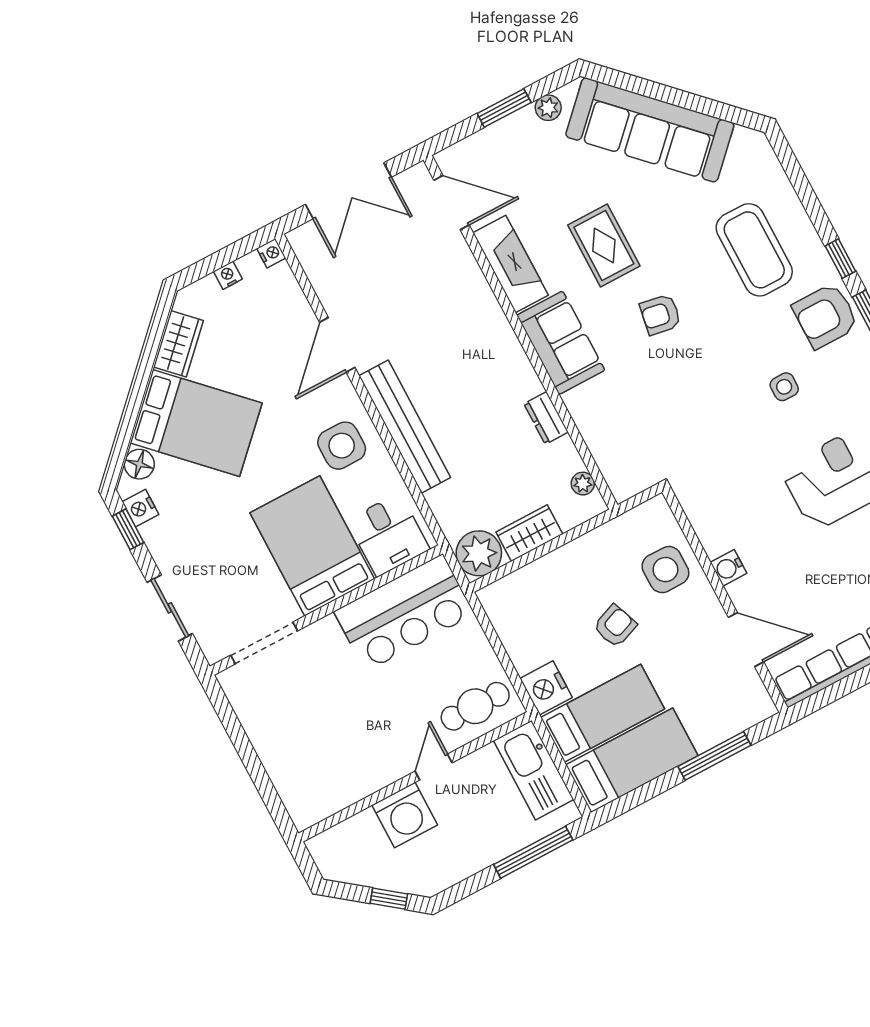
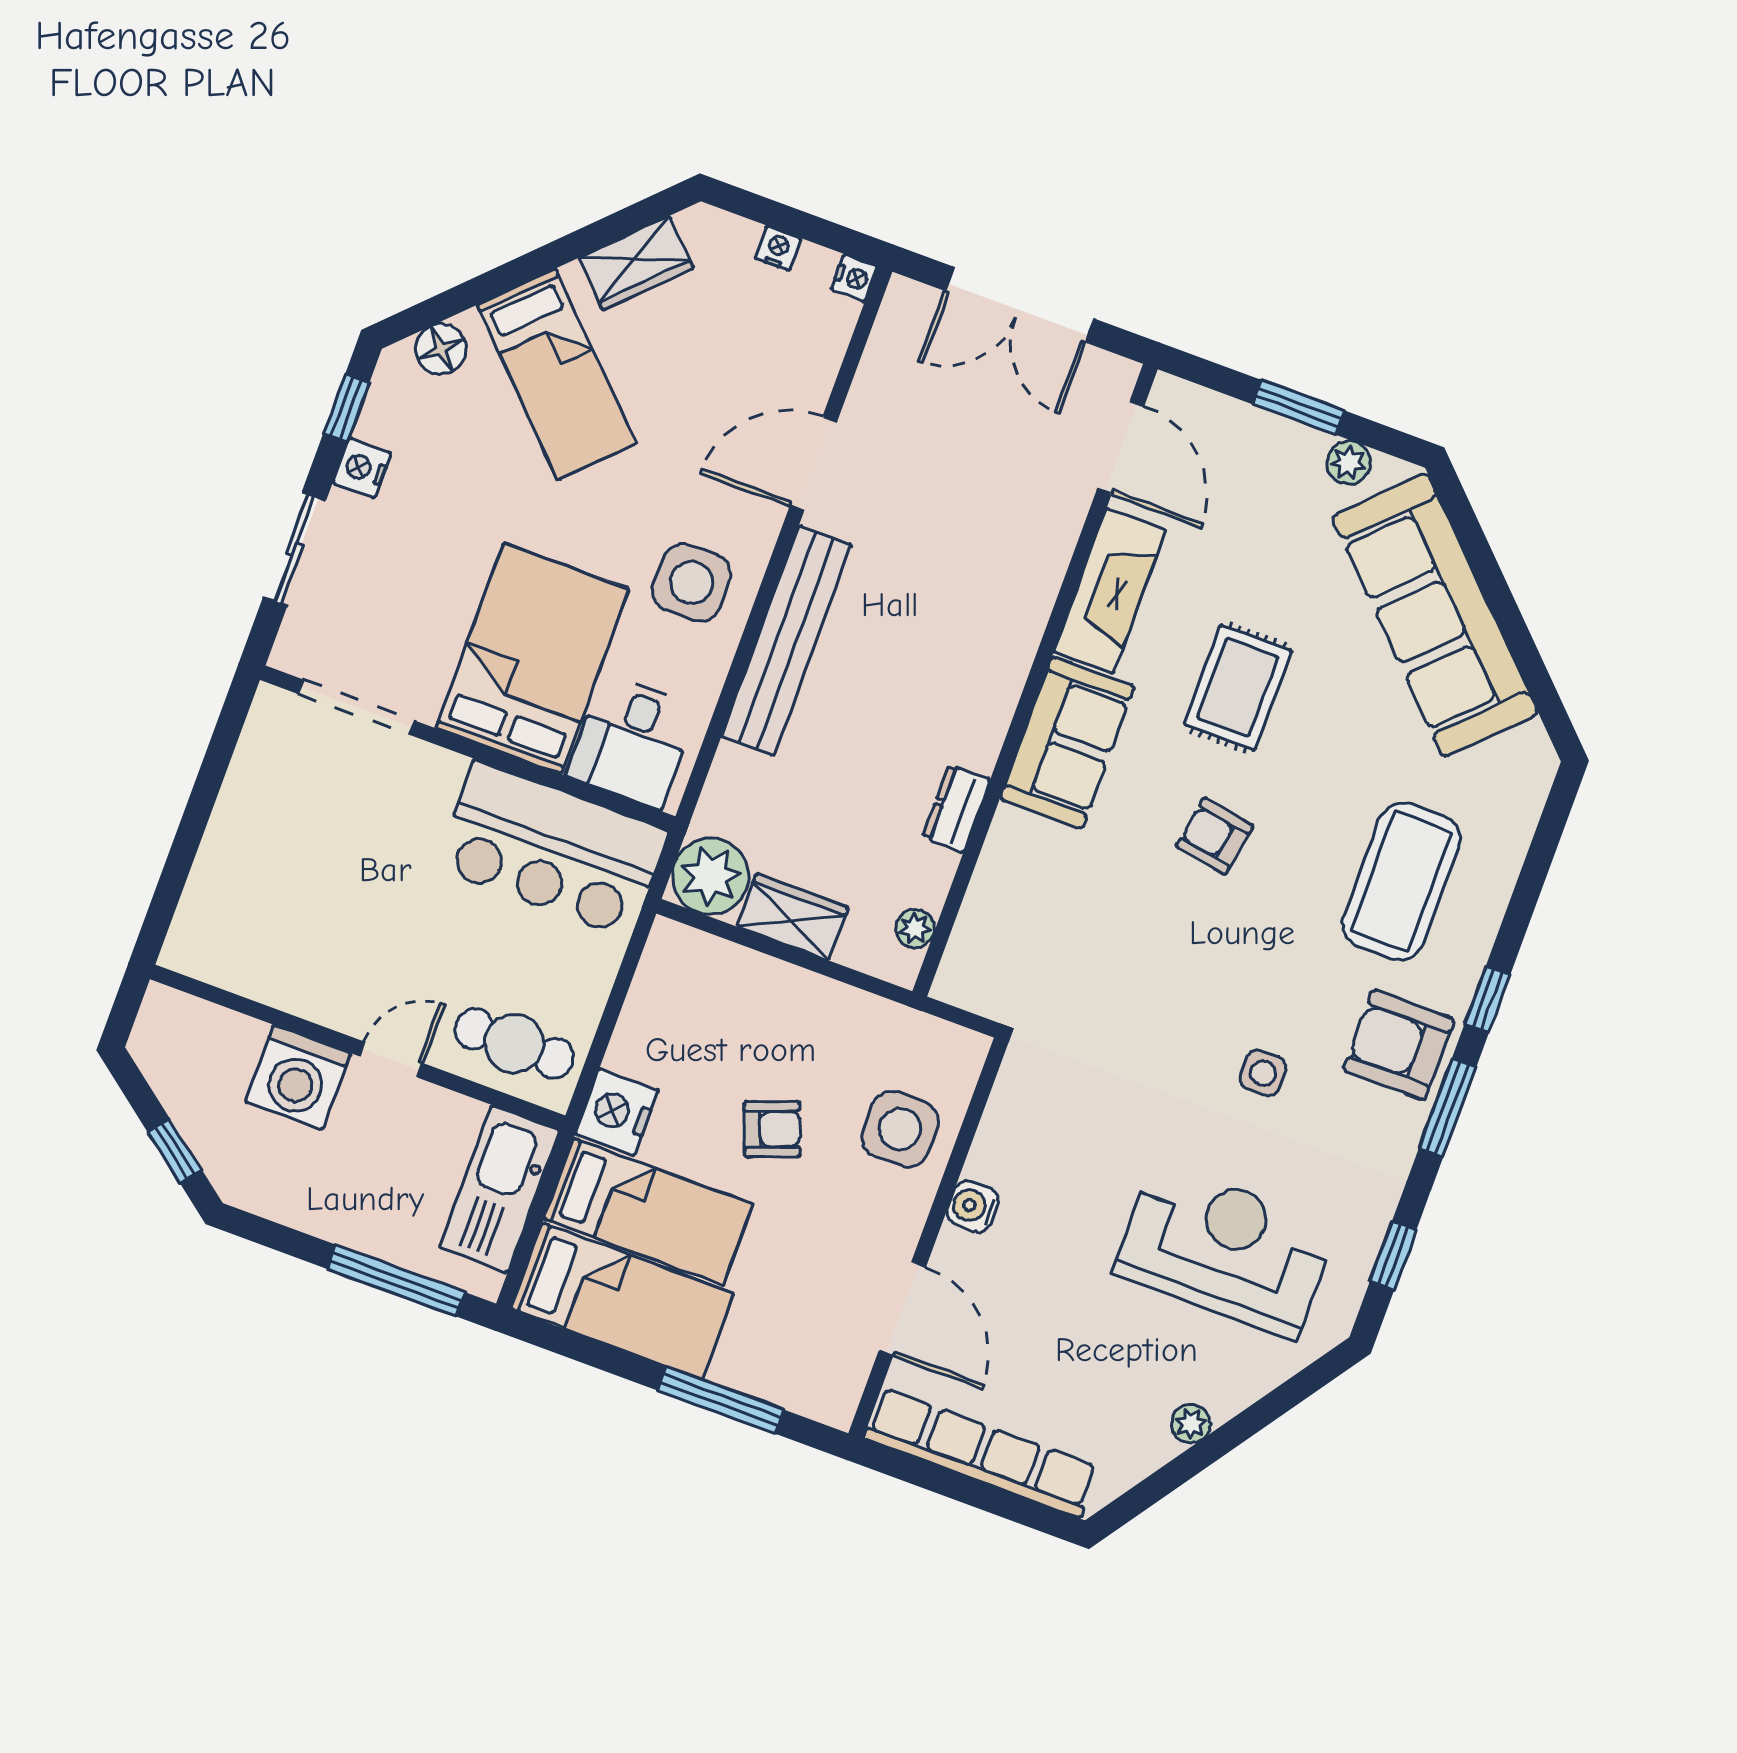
bed: (196, 423) -> (556, 374), width x0.67
nightstand: (140, 508) -> (362, 468), moved

